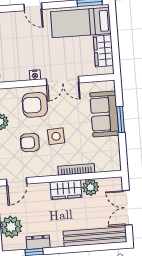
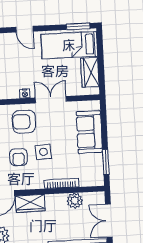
double door: (63, 81) -> (51, 100), swing flipped
window: (121, 119) -> (106, 162), moved
armchair: (30, 143) -> (19, 157), turned -90
wardrobe: (66, 190) -> (30, 203), moved

